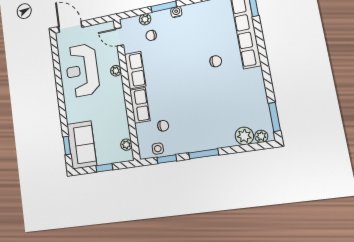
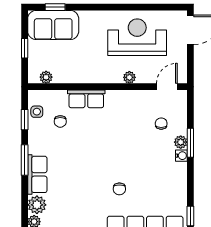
plant: (145, 19) -> (181, 142), moved
row of seats: (135, 70) -> (37, 174), moved, turned -90

